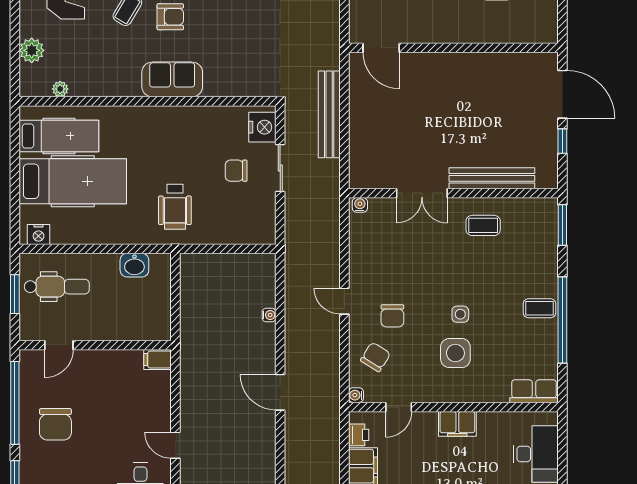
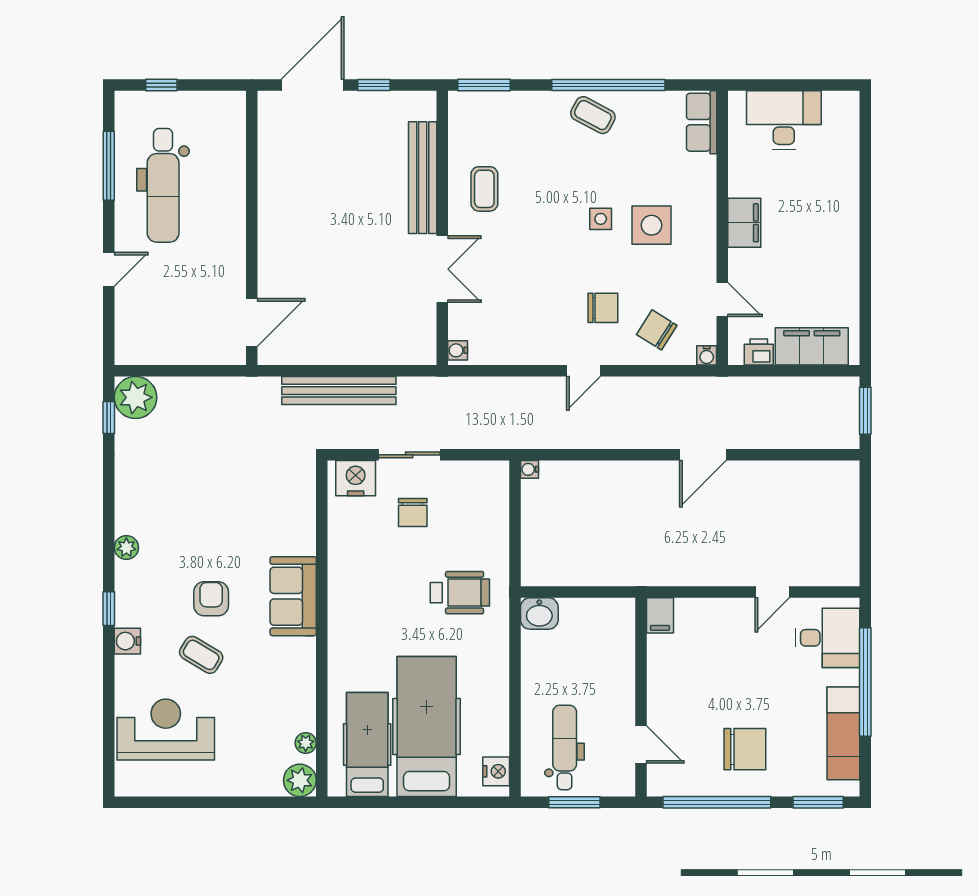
plant: (32, 50) -> (300, 780), moved
washbasin: (134, 265) -> (539, 613), moved, turned 90
coffee table: (540, 308) -> (593, 115), turned -62
water cooler: (269, 315) -> (530, 469), moved, turned -90

